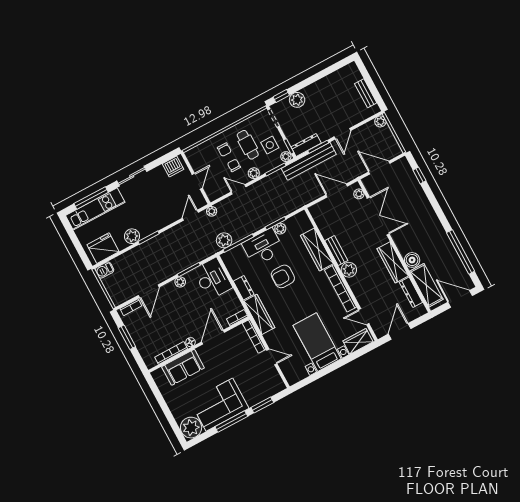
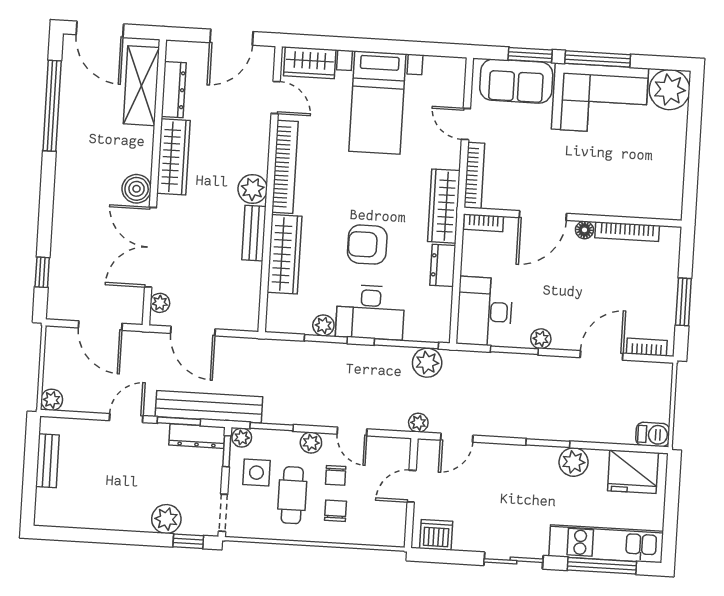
boiler: (412, 260) -> (137, 189), moved
armchair: (283, 276) -> (367, 245), turned 180
sofa: (183, 367) -> (516, 81), moved, turned 180

